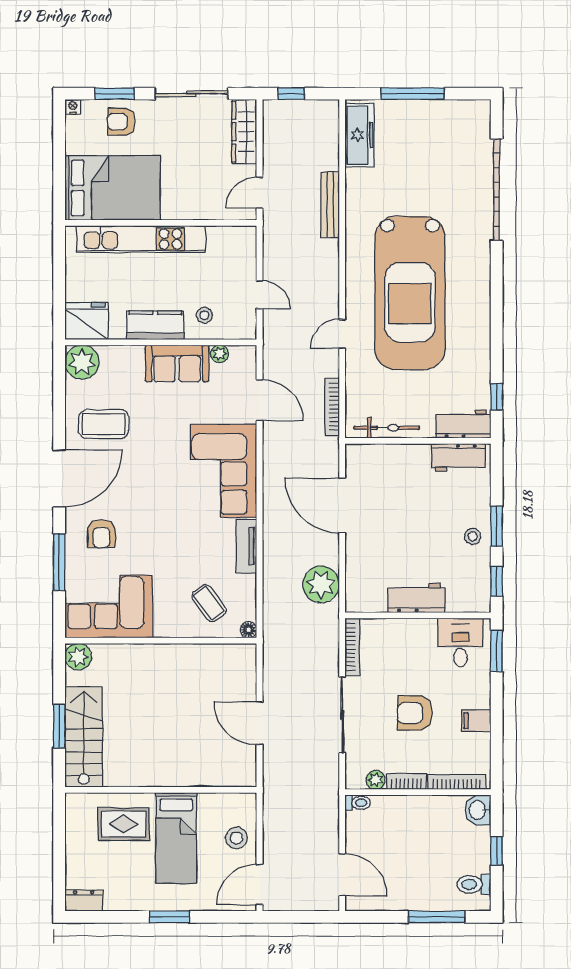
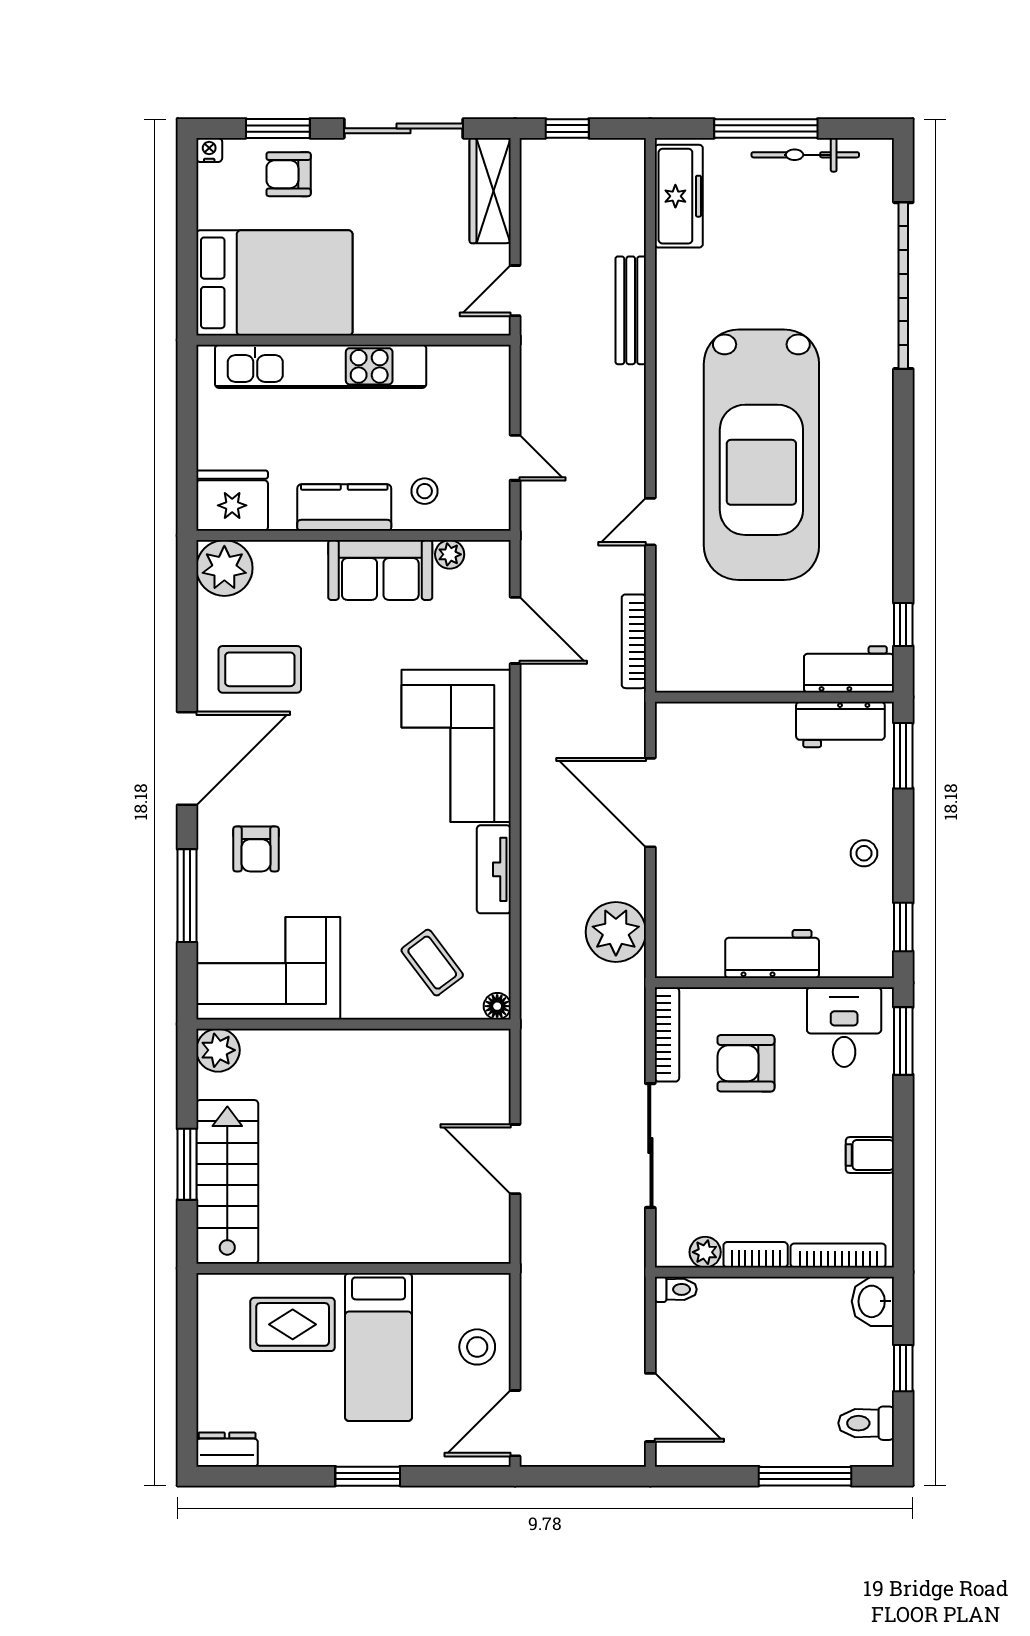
bicycle: (387, 428) -> (805, 155), moved, turned 180
window: (497, 526) -> (903, 756), moved
armchair: (415, 713) -> (746, 1063), moved

